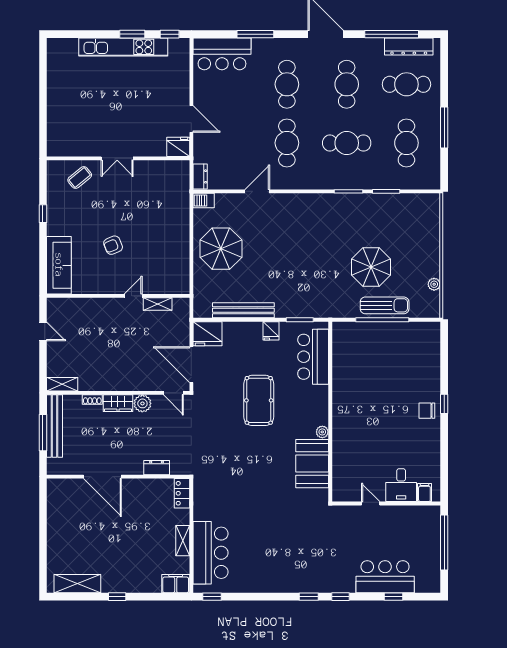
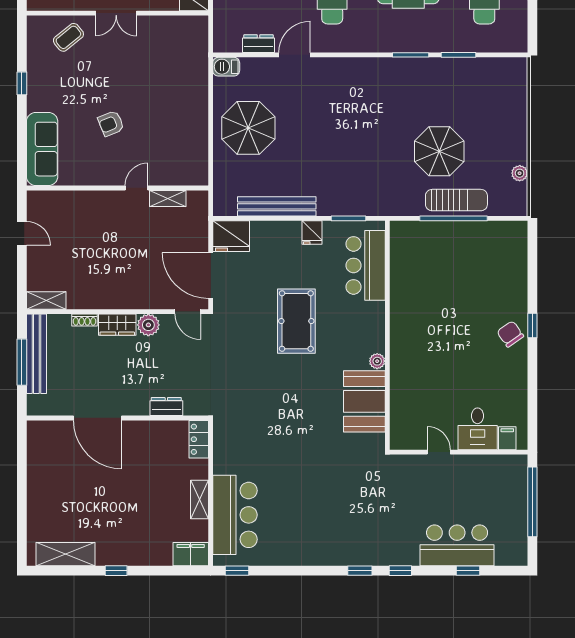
dresser: (200, 176) -> (259, 44), moved, turned -90
chair: (427, 411) -> (510, 334), turned 55

